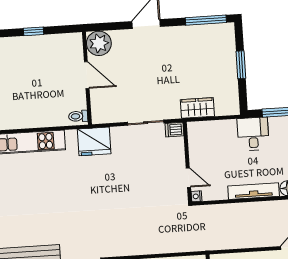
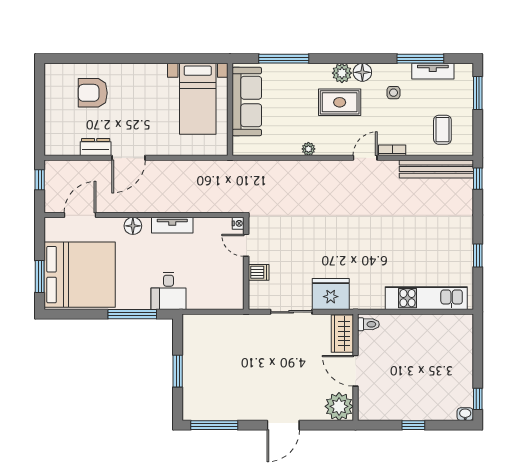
wardrobe: (197, 108) -> (342, 334), moved, turned 90
dishwasher: (174, 130) -> (259, 272), moved
fridge: (94, 141) -> (331, 294), moved
tv unit: (254, 191) -> (172, 225), width x0.71

